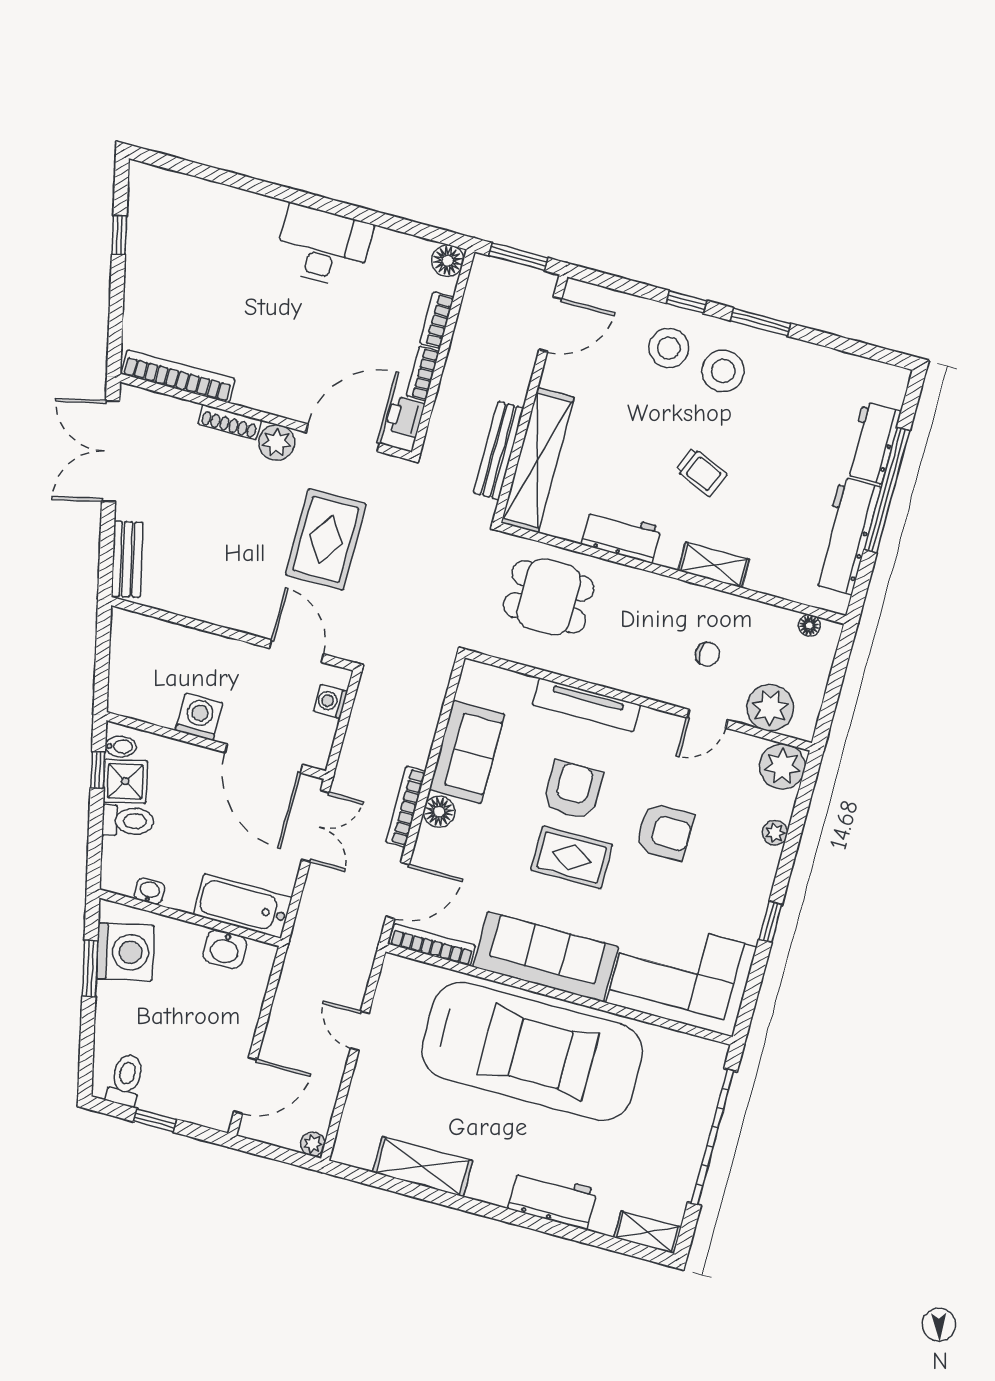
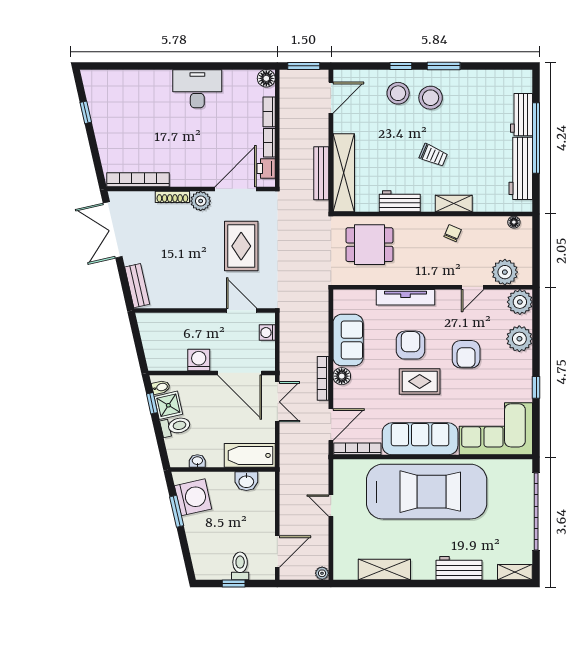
chair: (707, 654) -> (453, 233), moved, turned -67
armchair: (665, 832) -> (466, 354), turned 90
plant: (775, 833) -> (519, 339), width x1.88, depth x1.88
toilet: (126, 1080) -> (240, 566), moved

